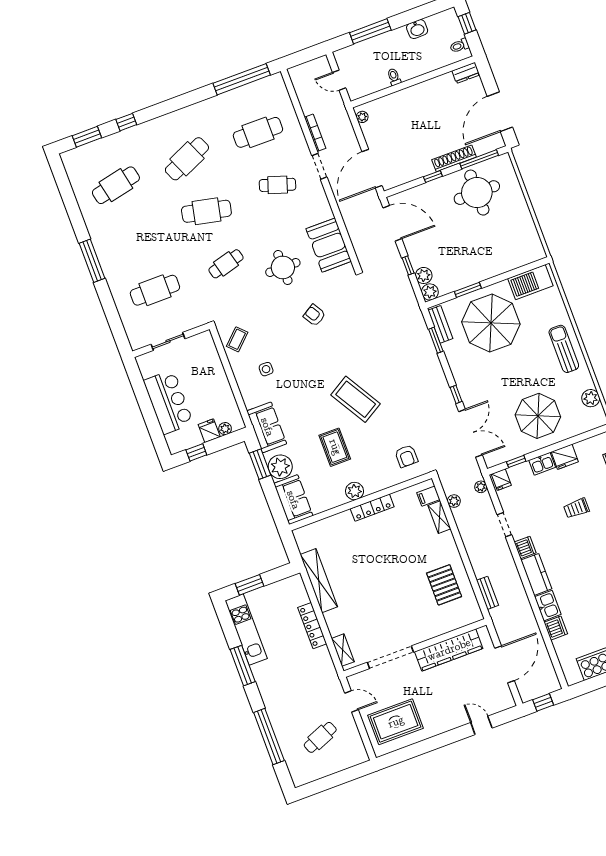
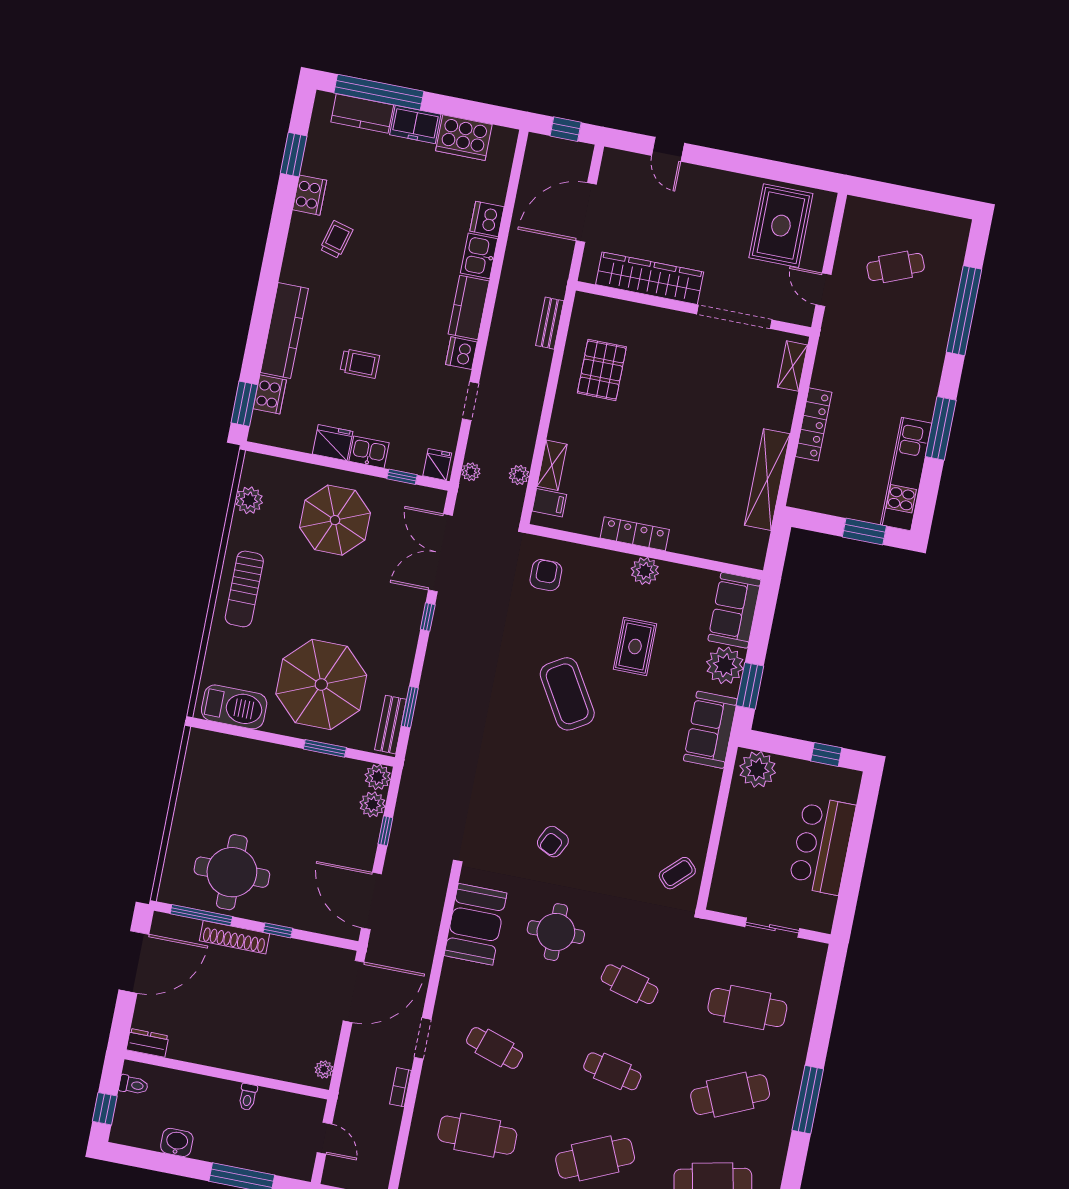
bookcase: (315, 133) -> (401, 1087), width x0.64
cafe table: (206, 211) -> (612, 1071), width x0.73, depth x0.74
cafe table: (135, 238) -> (730, 1095), added
cafe table: (226, 264) -> (630, 984), turned 30
armchair: (314, 315) -> (553, 842), turned 58
side table: (266, 369) -> (663, 809), removed
plant: (225, 429) -> (758, 769), width x1.88, depth x1.88
fridge: (209, 431) -> (791, 773), removed
rug: (396, 722) -> (781, 226), turned 90

